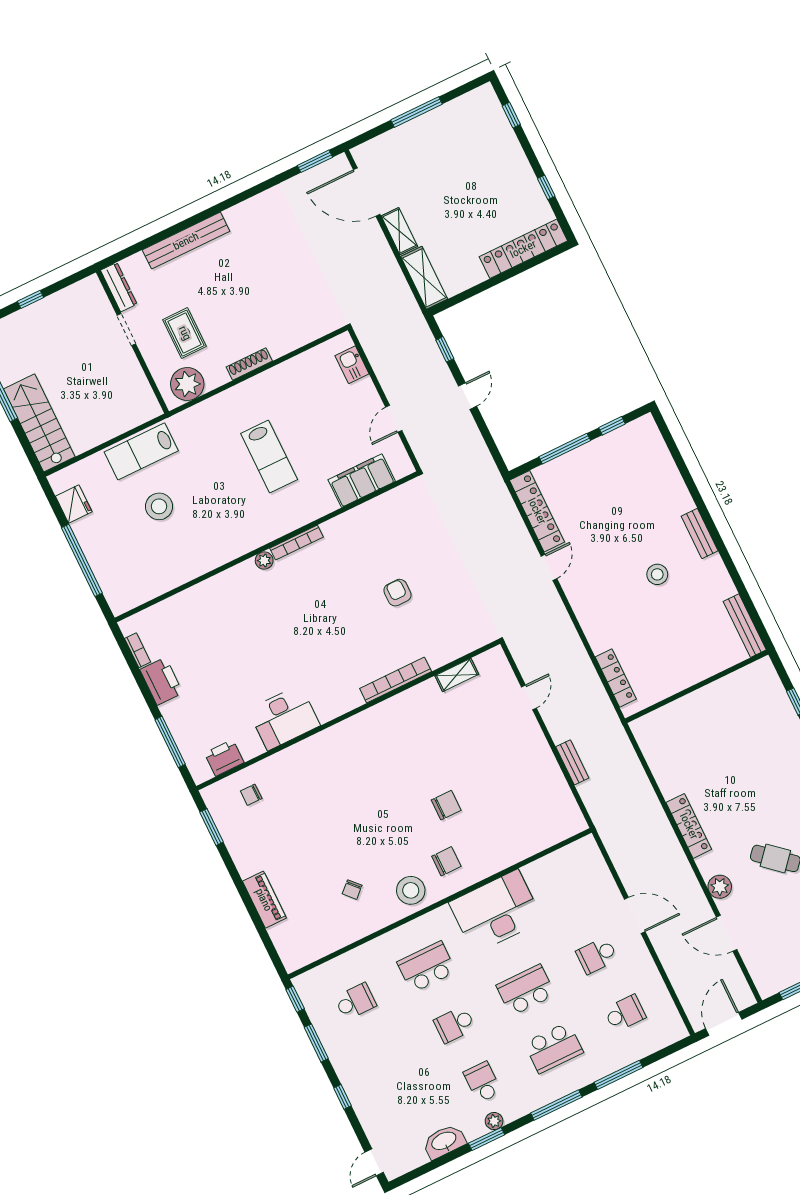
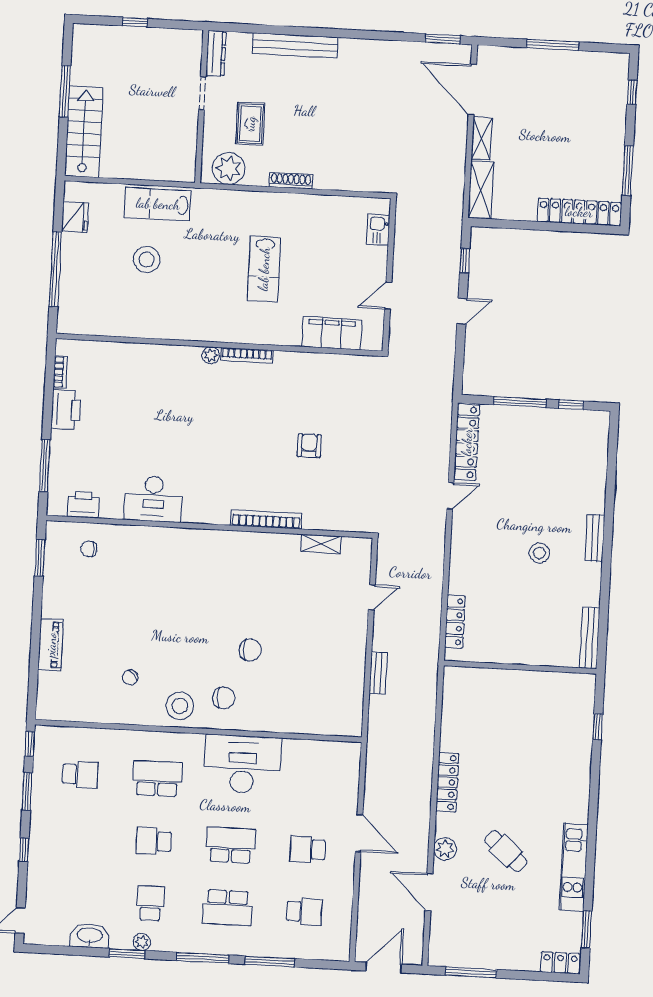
window: (546, 187) -> (628, 170), width x2.17

